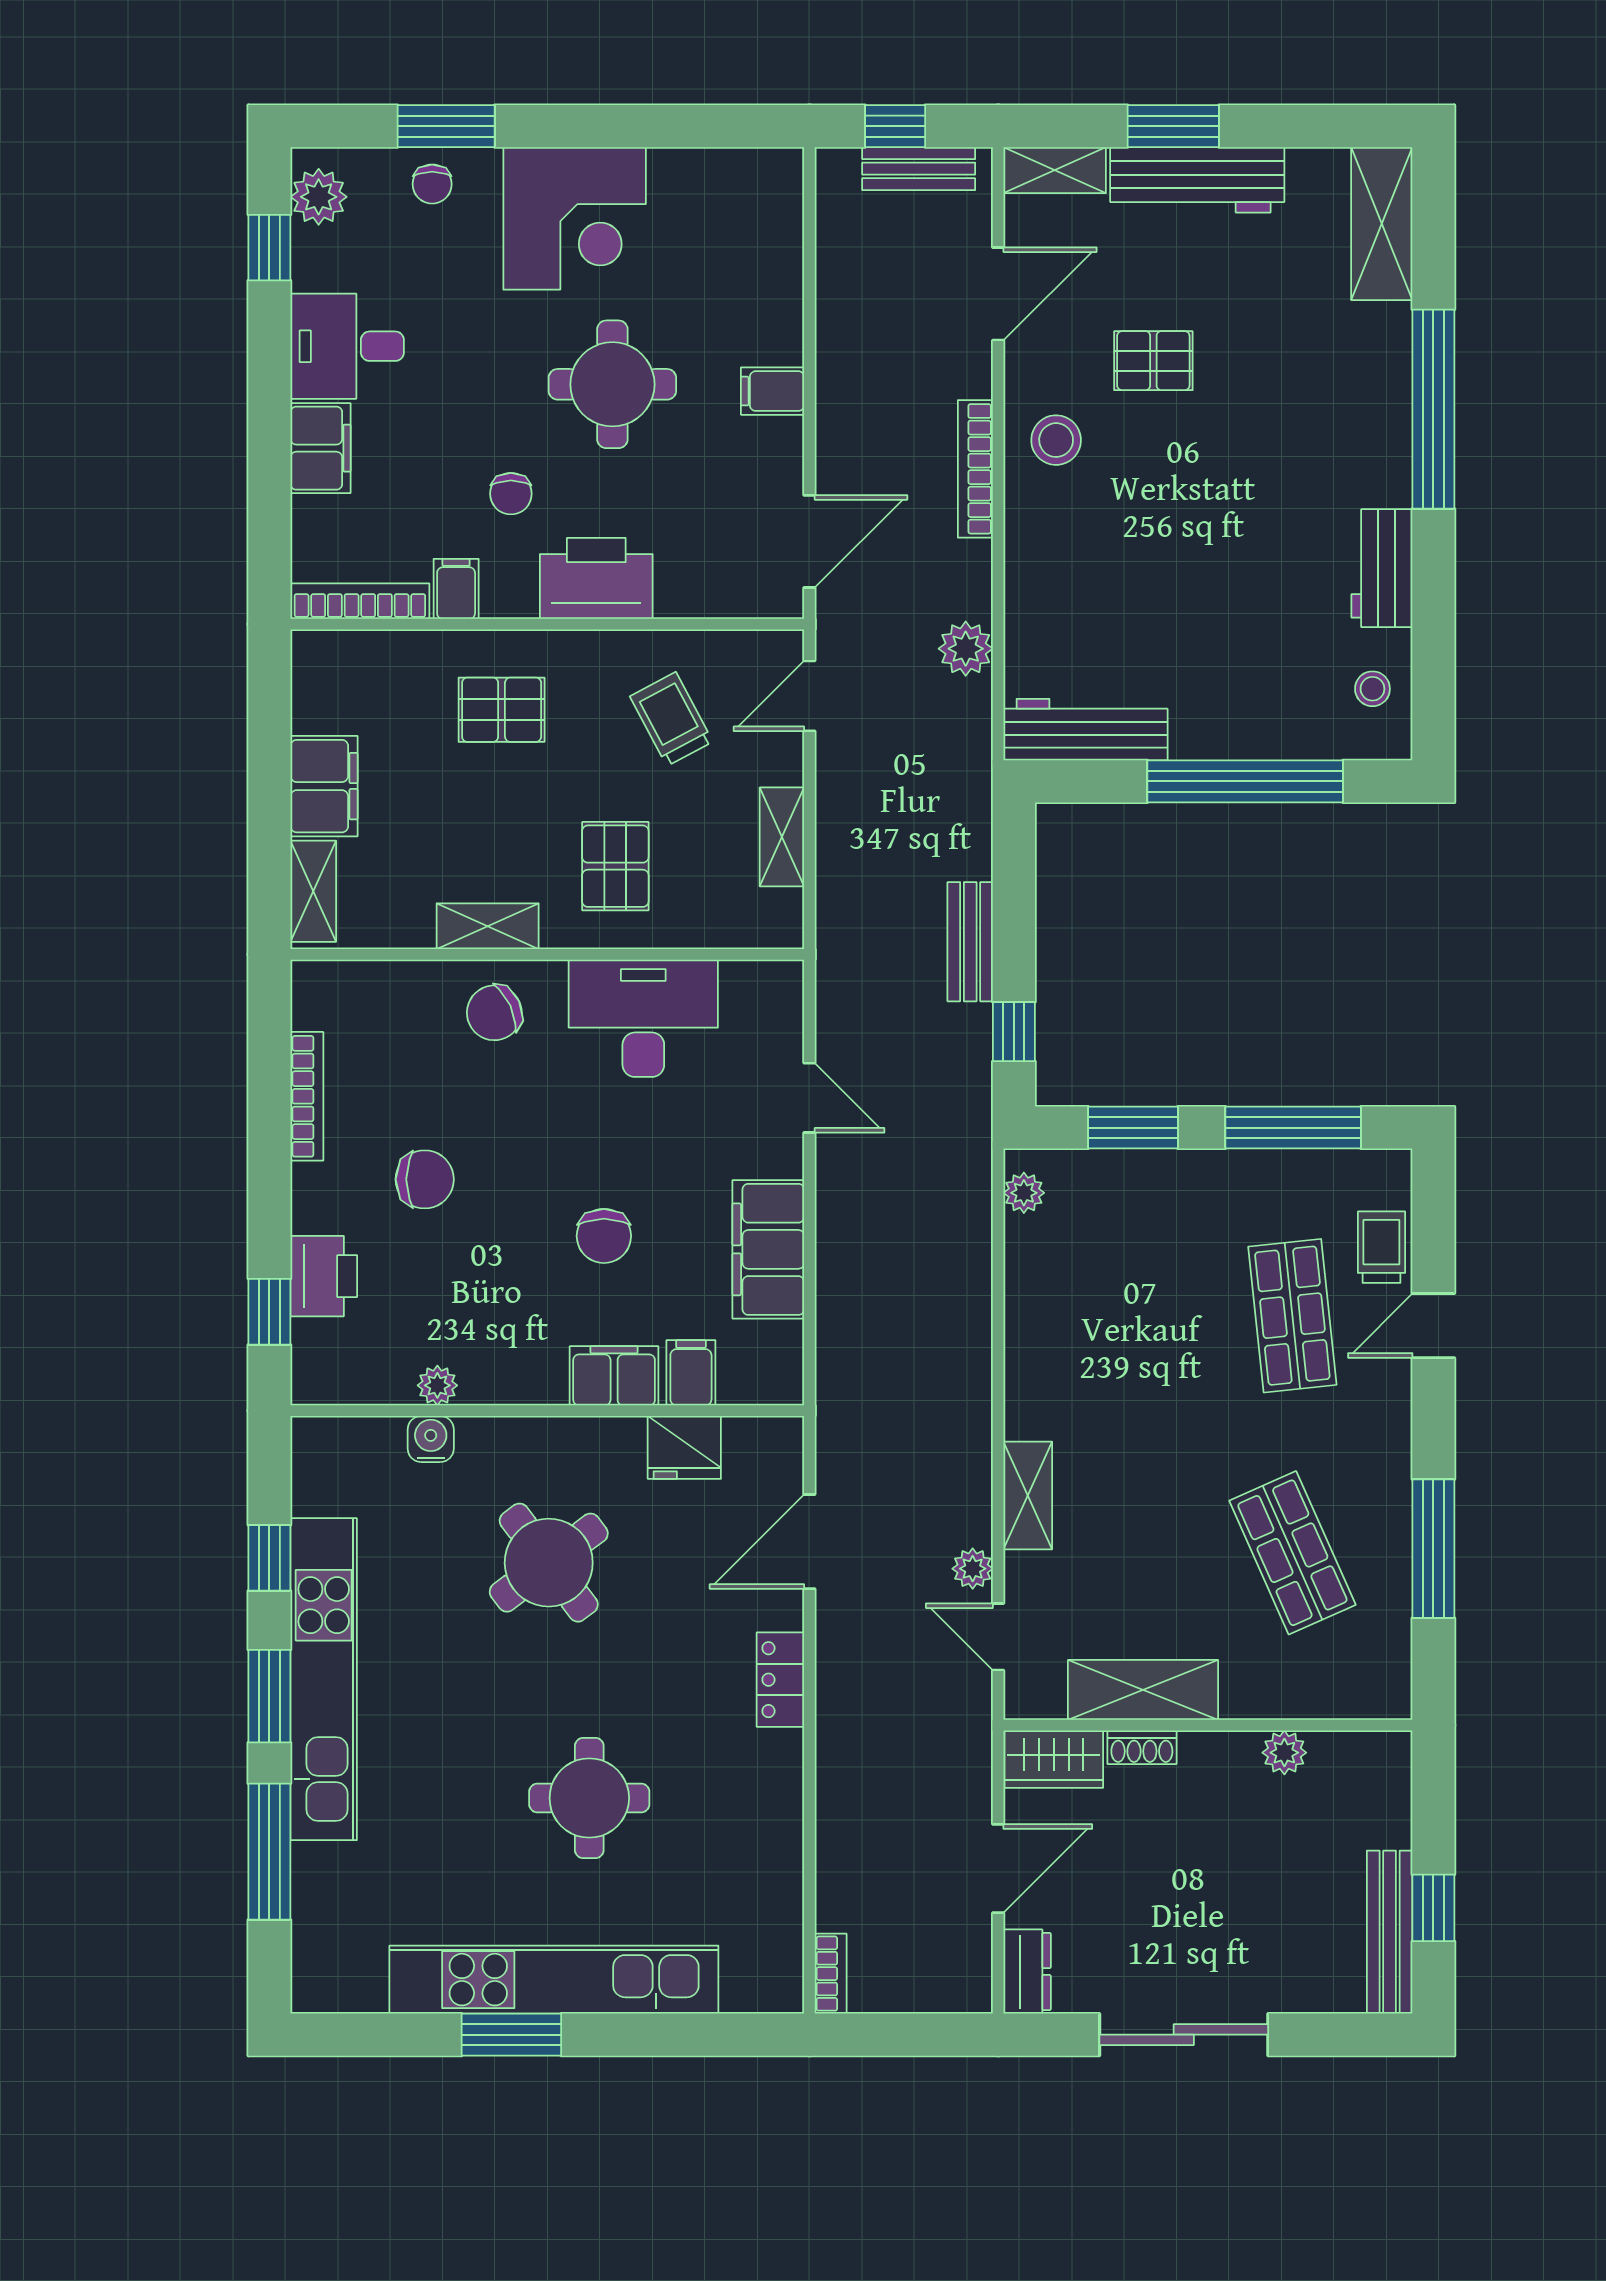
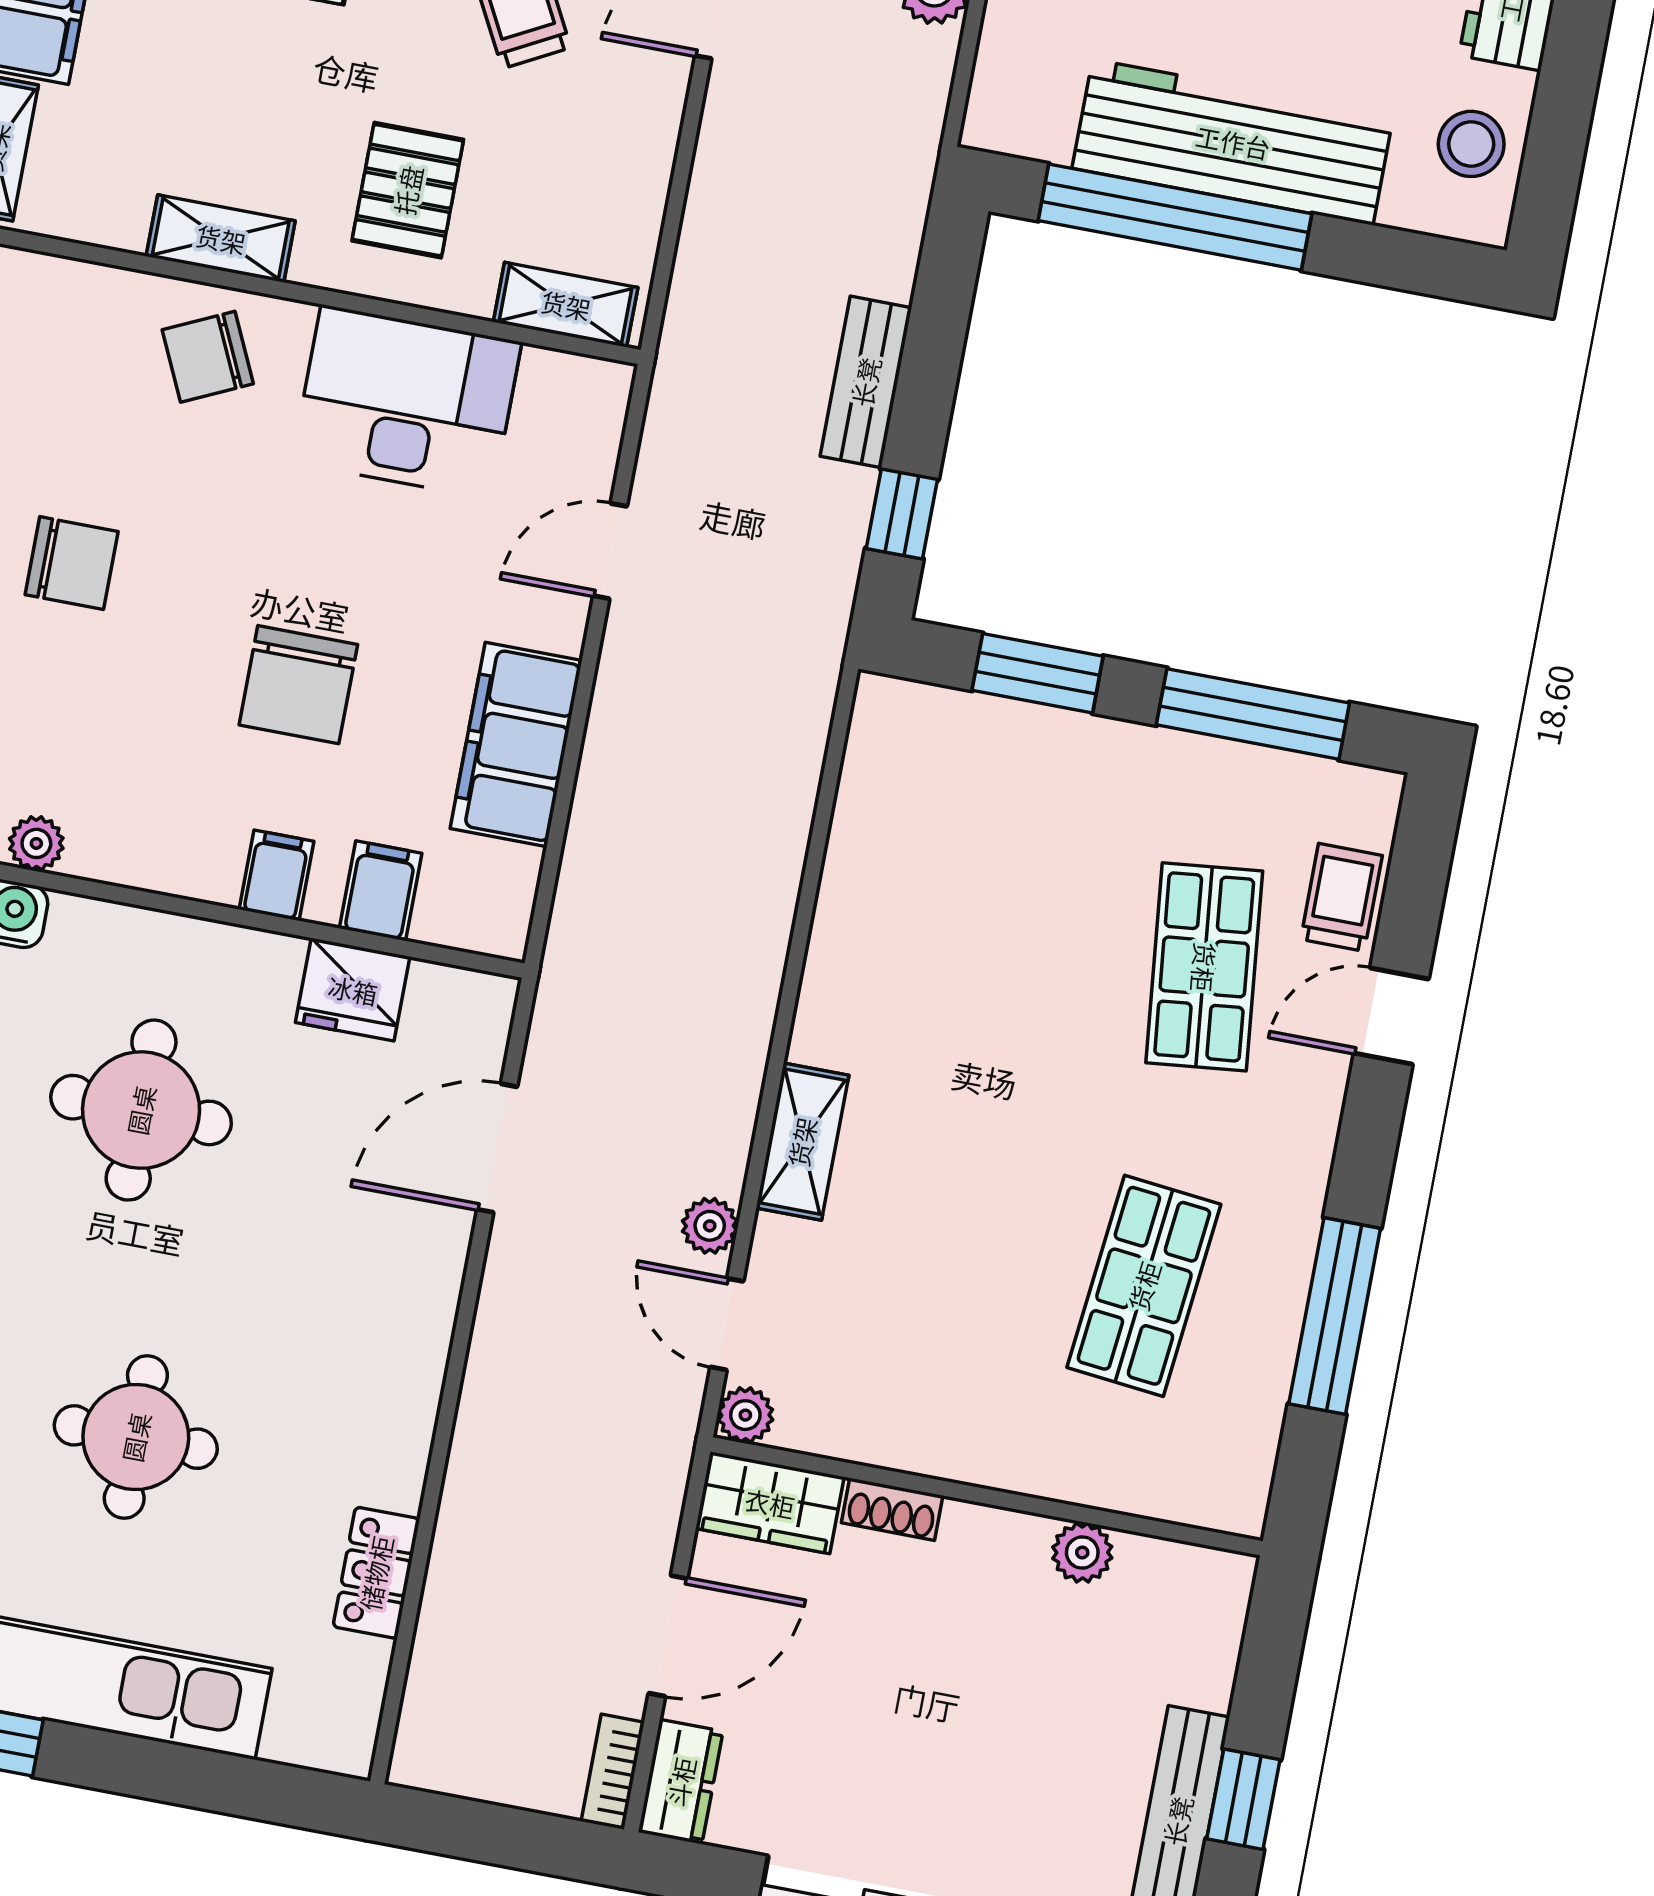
stool: (1372, 689) -> (1471, 144), width x1.37, depth x1.37
workbench: (1085, 730) -> (1233, 142), moved, width x1.36, depth x1.32
window: (1245, 781) -> (1175, 217), moved
shelving: (782, 837) -> (566, 305), moved, turned 90
door: (809, 1098) -> (610, 551), swing flipped
plant: (1024, 1193) -> (745, 1415), moved
chair: (604, 1236) -> (298, 685), width x1.37, depth x1.37
filing cabinet: (614, 1376) -> (276, 875), width x0.50
shop shelf: (1292, 1553) -> (1144, 1286), turned 30
round table: (549, 1563) -> (141, 1110), turned 37
locker: (780, 1680) -> (376, 1573), moved
shelving: (1143, 1690) -> (908, 1432), removed
bookcase: (831, 1974) -> (613, 1772), moved, turned 180

